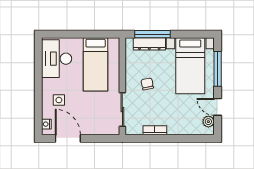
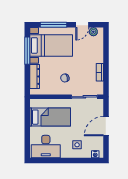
window: (153, 34) -> (27, 51), moved
door: (68, 138) -> (106, 126), moved

